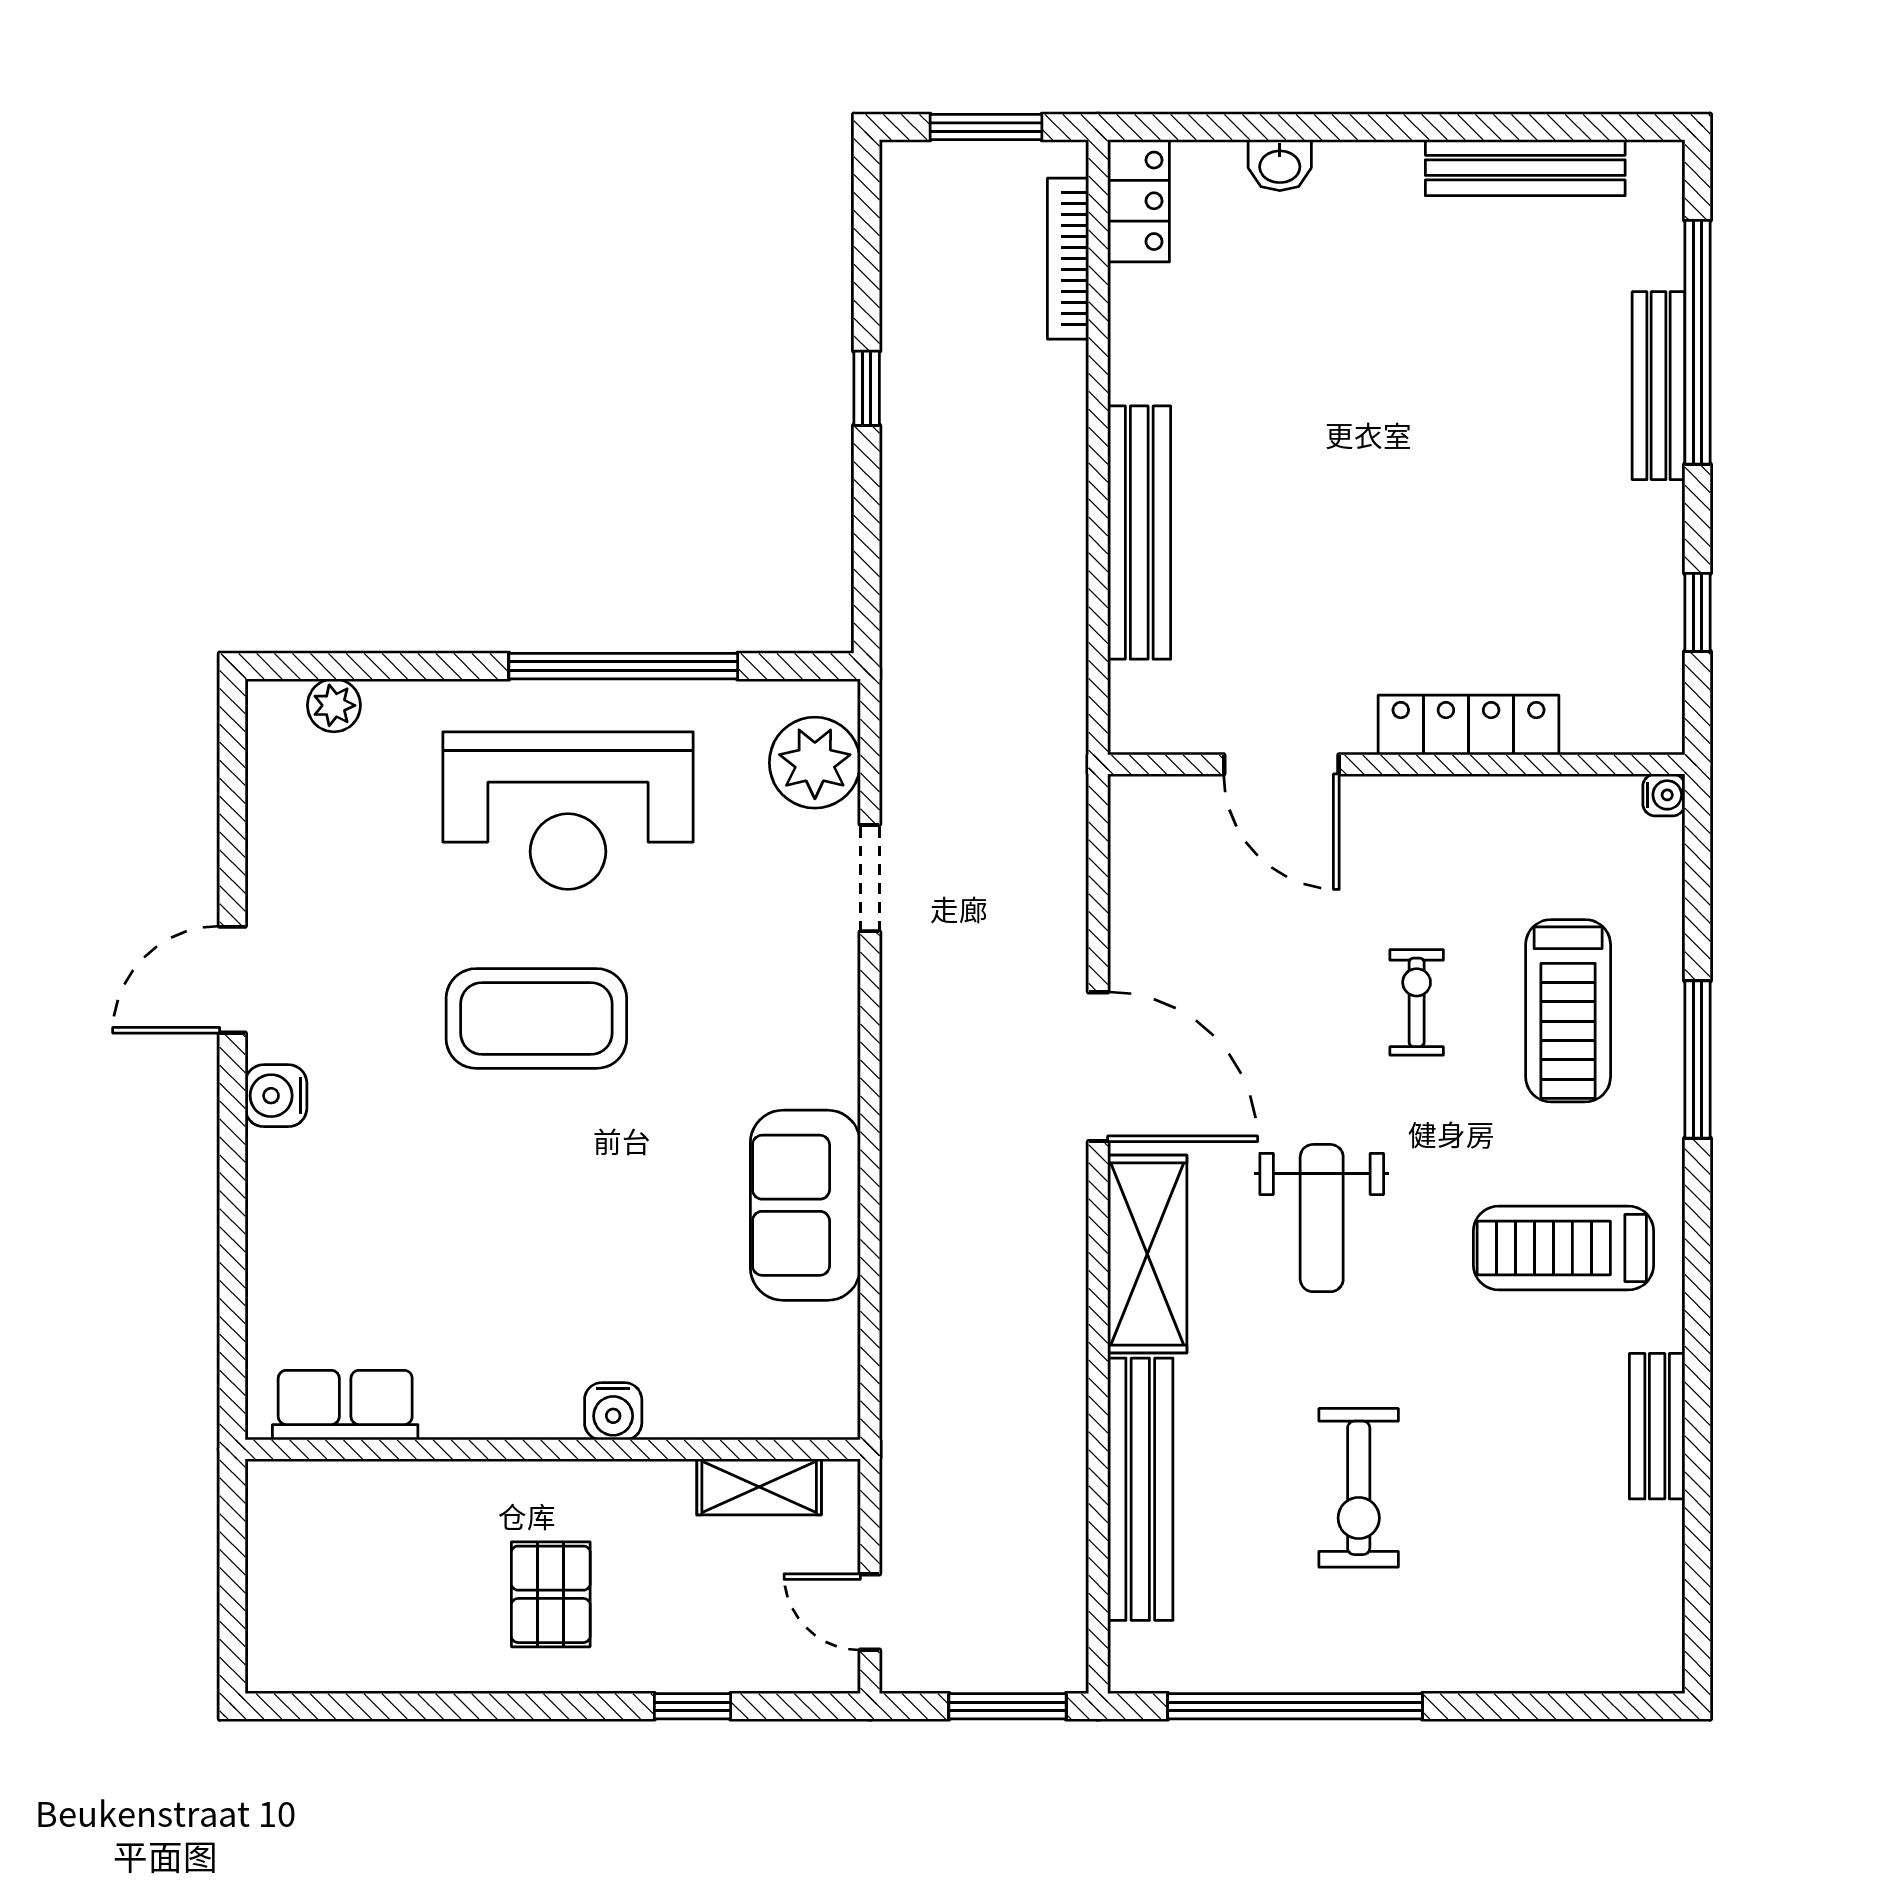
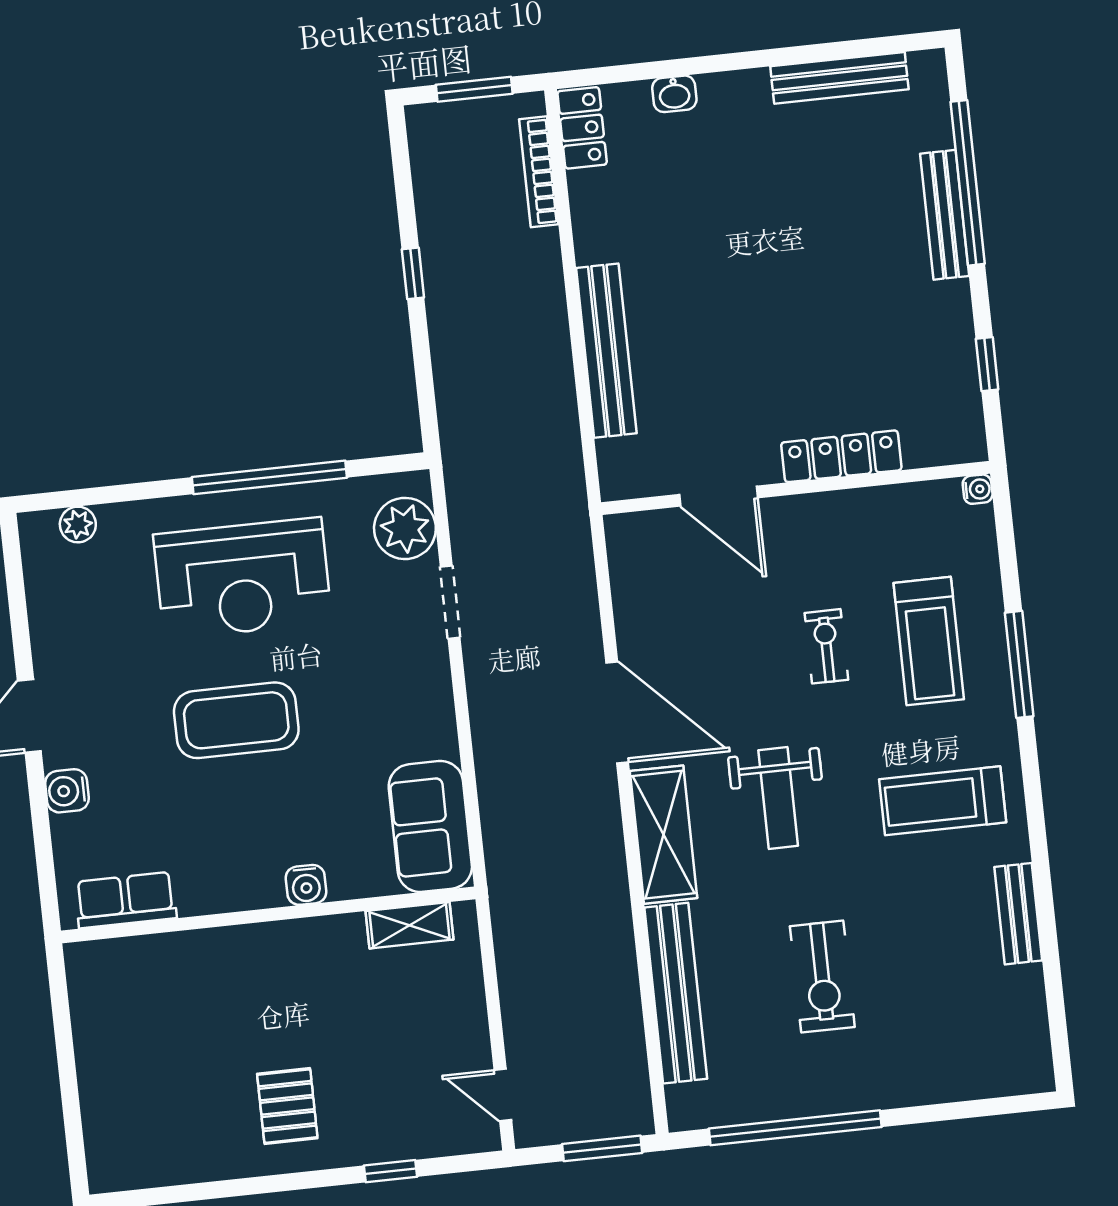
row of seats: (345, 1405) -> (126, 900), moved
water cooler: (613, 1411) -> (306, 885), moved
wall: (553, 1449) -> (268, 915), moved
shelving: (759, 1487) -> (409, 925), moved

